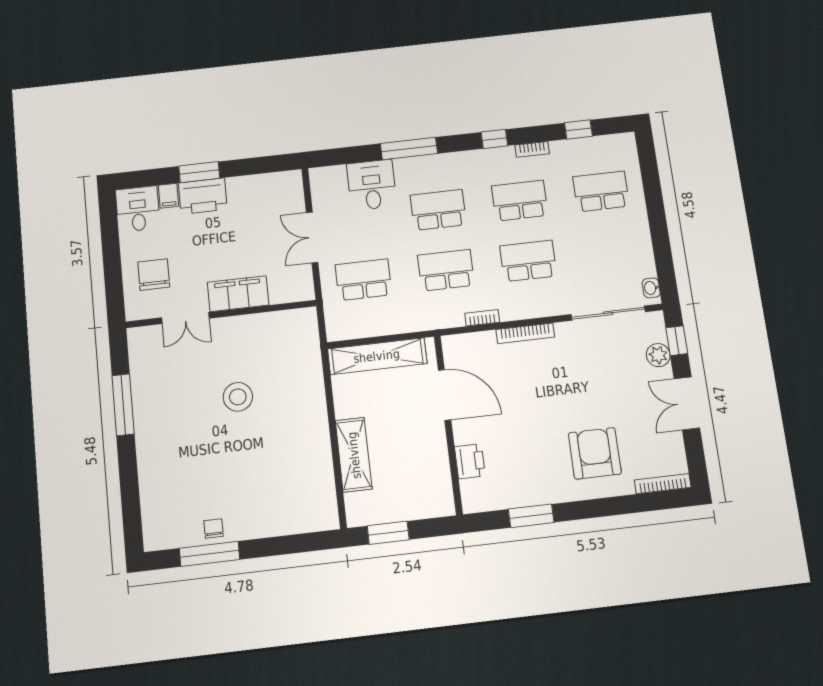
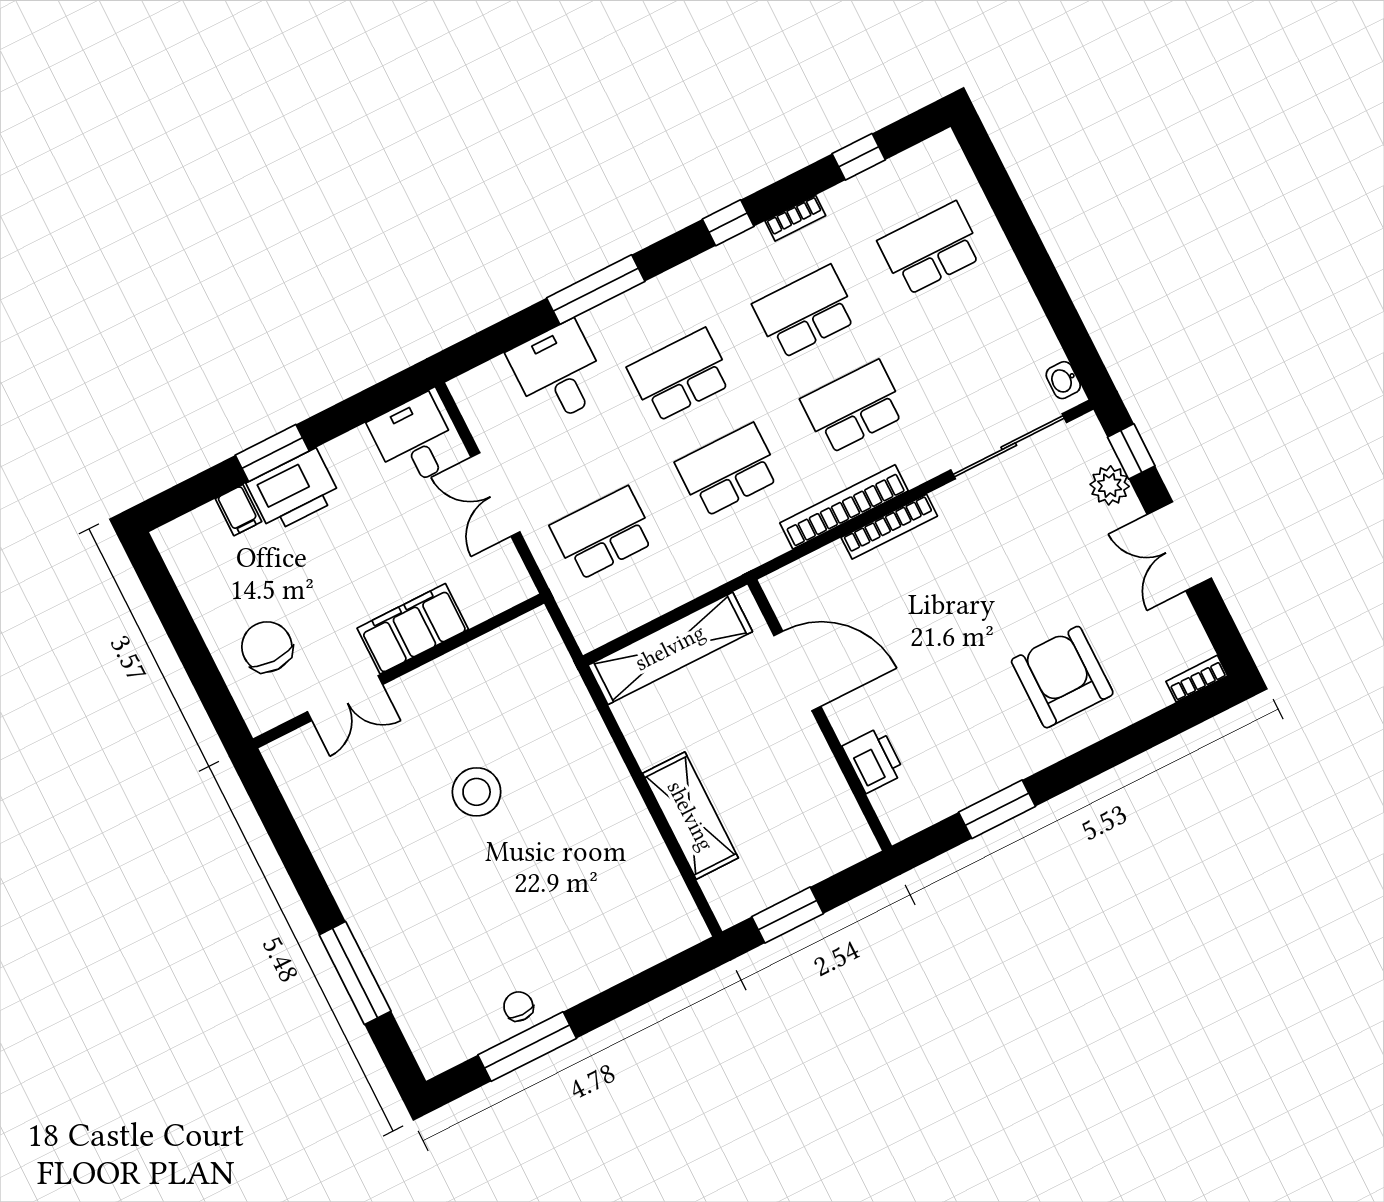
desk: (138, 209) -> (414, 441), moved
bookcase: (482, 318) -> (844, 507), width x2.31, depth x1.31
window: (123, 405) -> (355, 973), moved
bookcase: (663, 484) -> (1197, 679), width x0.64

